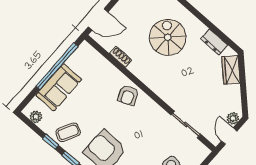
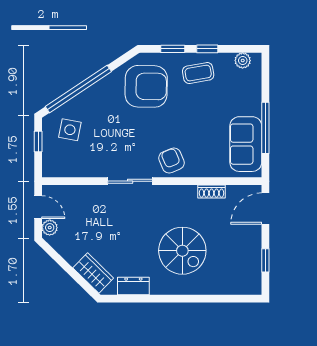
window: (57, 66) -> (265, 128), width x0.68
sofa: (59, 87) -> (246, 144), moved
sliding door: (186, 125) -> (130, 181), moved
coffee table: (68, 132) -> (198, 73), turned 52

